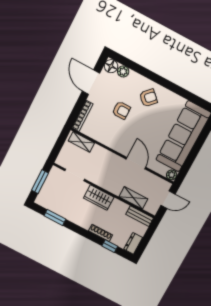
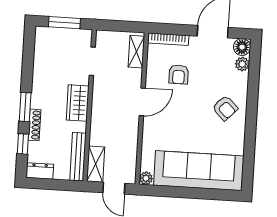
armchair: (121, 110) -> (179, 74), moved
door: (136, 163) -> (142, 102), moved
shelving: (133, 198) -> (96, 164), moved
bench: (140, 216) -> (78, 157), width x1.36
window: (55, 217) -> (25, 107), moved

